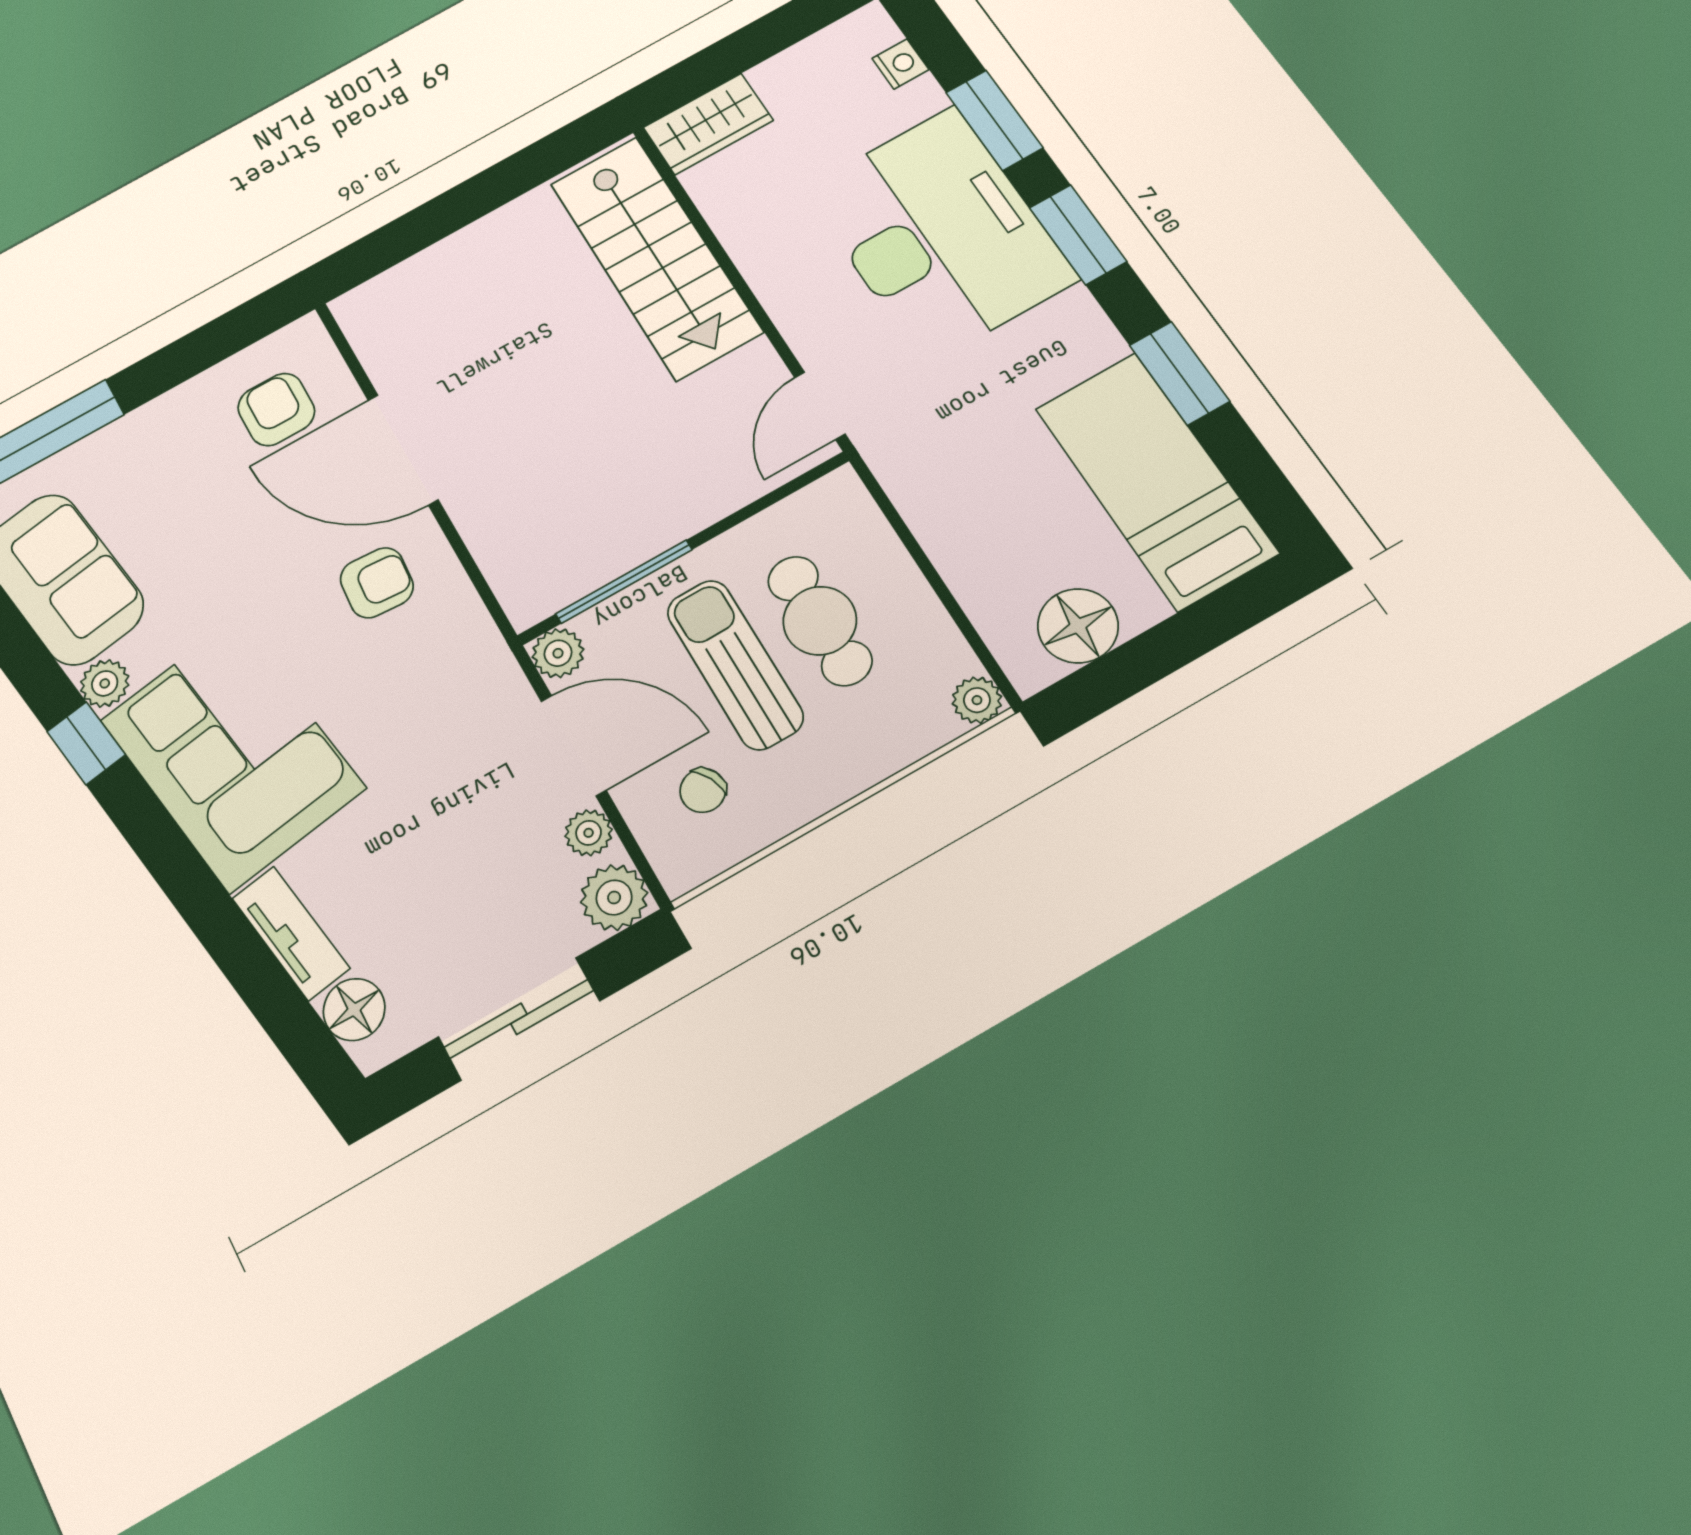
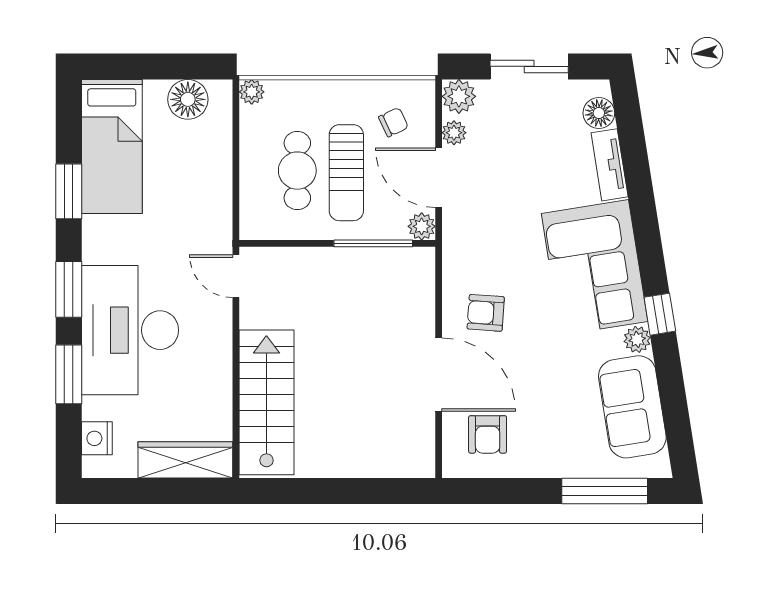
nightstand: (900, 64) -> (97, 438), width x1.39, depth x1.35
wardrobe: (708, 124) -> (185, 460), width x1.50
door: (820, 406) -> (236, 276), swing flipped

